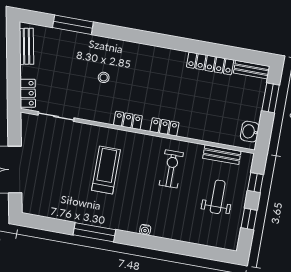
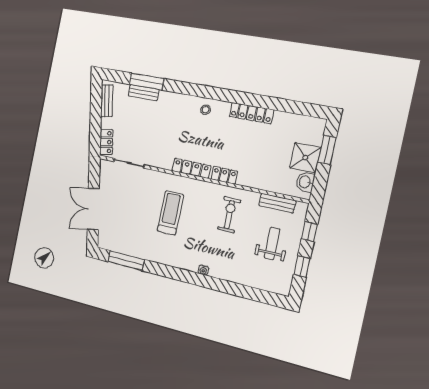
locker: (210, 63) -> (251, 113), moved
bench: (252, 70) -> (144, 93), moved
stool: (104, 77) -> (206, 110), moved
shower: (249, 106) -> (305, 158), added
locker: (128, 120) -> (191, 168), width x1.53
window: (94, 232) -> (126, 261), moved

